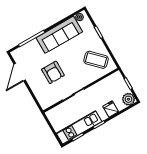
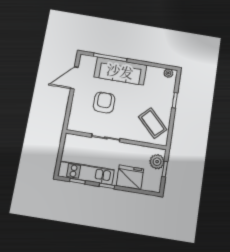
sofa: (59, 35) -> (120, 71), moved
armchair: (53, 72) -> (104, 103), turned 180
plant: (128, 99) -> (157, 162), moved
fridge: (111, 109) -> (130, 177), width x1.88, depth x1.34

